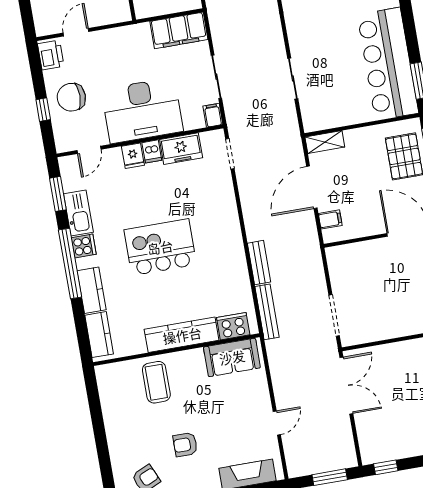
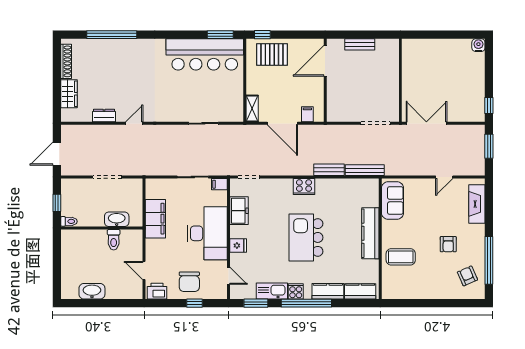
filing cabinet: (179, 30) -> (155, 219), moved
dishwasher: (152, 151) -> (237, 232), removed
cooker: (233, 326) -> (304, 187), moved, turned -90
door: (277, 423) -> (444, 177), swing flipped

